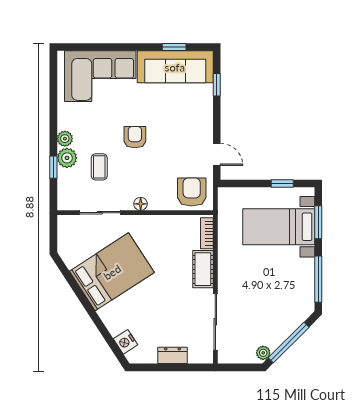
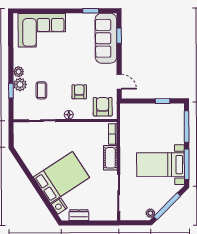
sofa: (175, 67) -> (106, 38), moved, turned 90
armchair: (135, 137) -> (79, 92), moved
window: (318, 222) -> (187, 127), width x1.44
bed with nightstands: (279, 227) -> (161, 165), moved
bed: (112, 272) -> (61, 177), moved
dresser: (172, 355) -> (79, 215), moved

